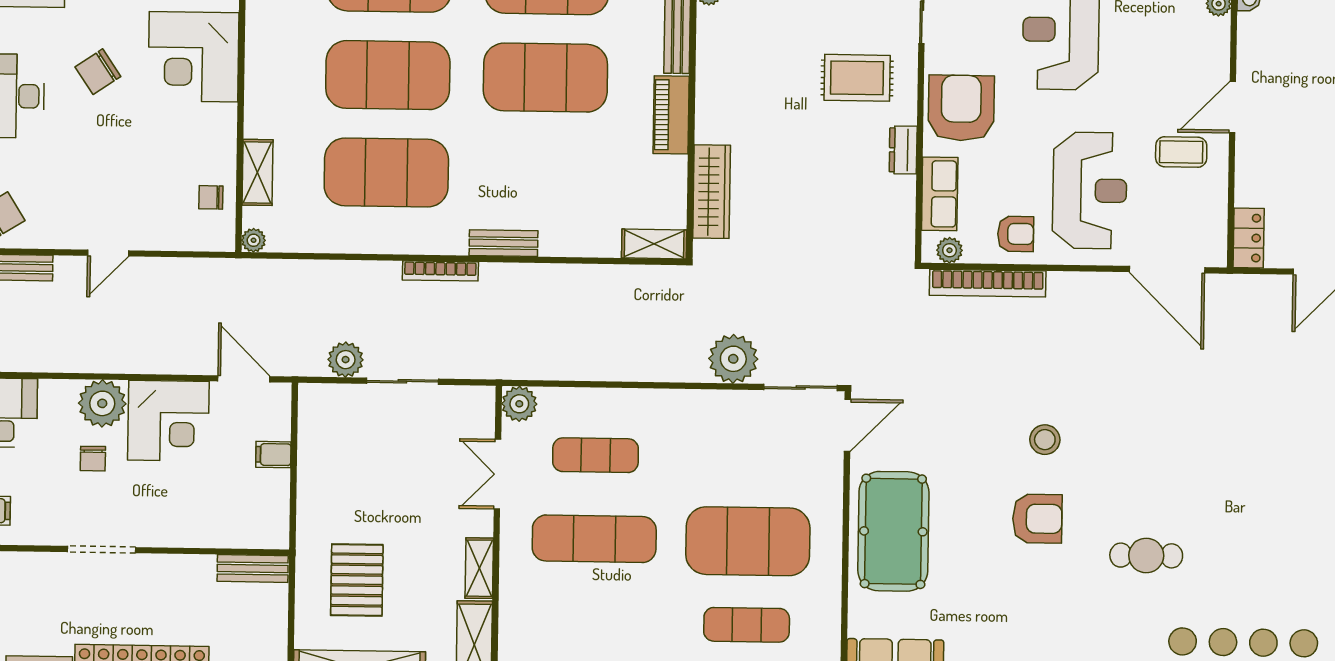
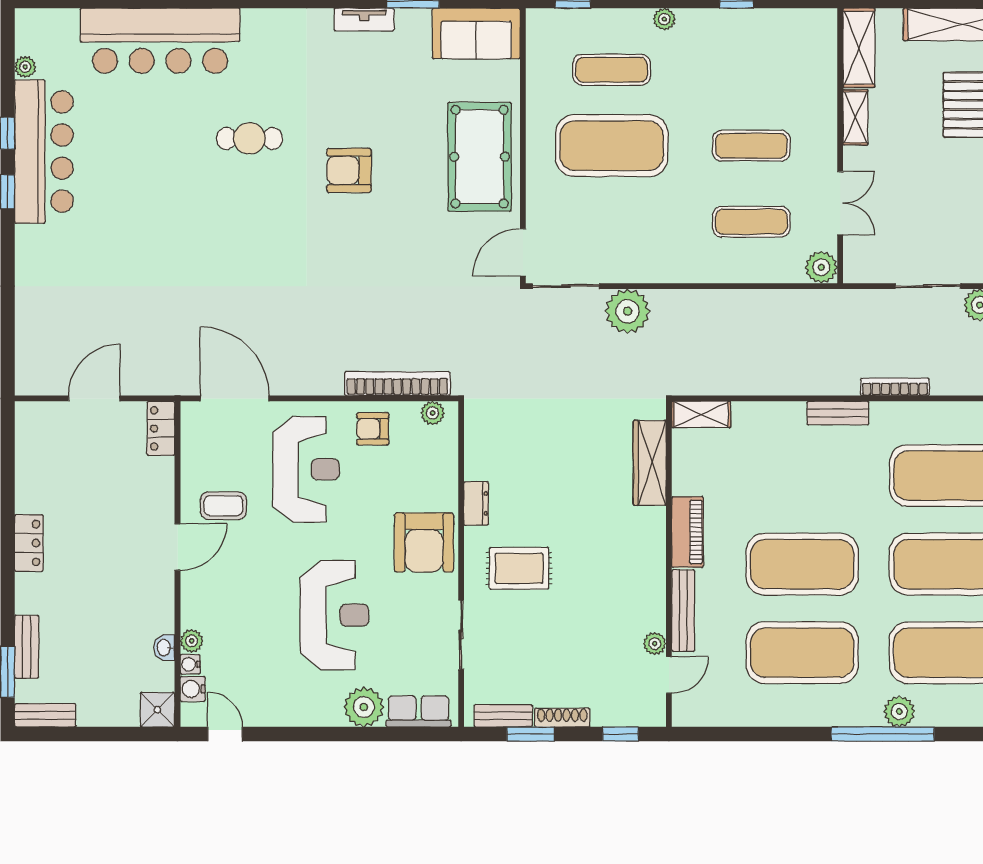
reception desk: (1090, 190) -> (306, 469), turned 180
row of seats: (940, 194) -> (442, 464), removed
stool: (1045, 440) -> (343, 242), removed
exercise mat: (594, 539) -> (751, 146), width x0.73, depth x0.69

